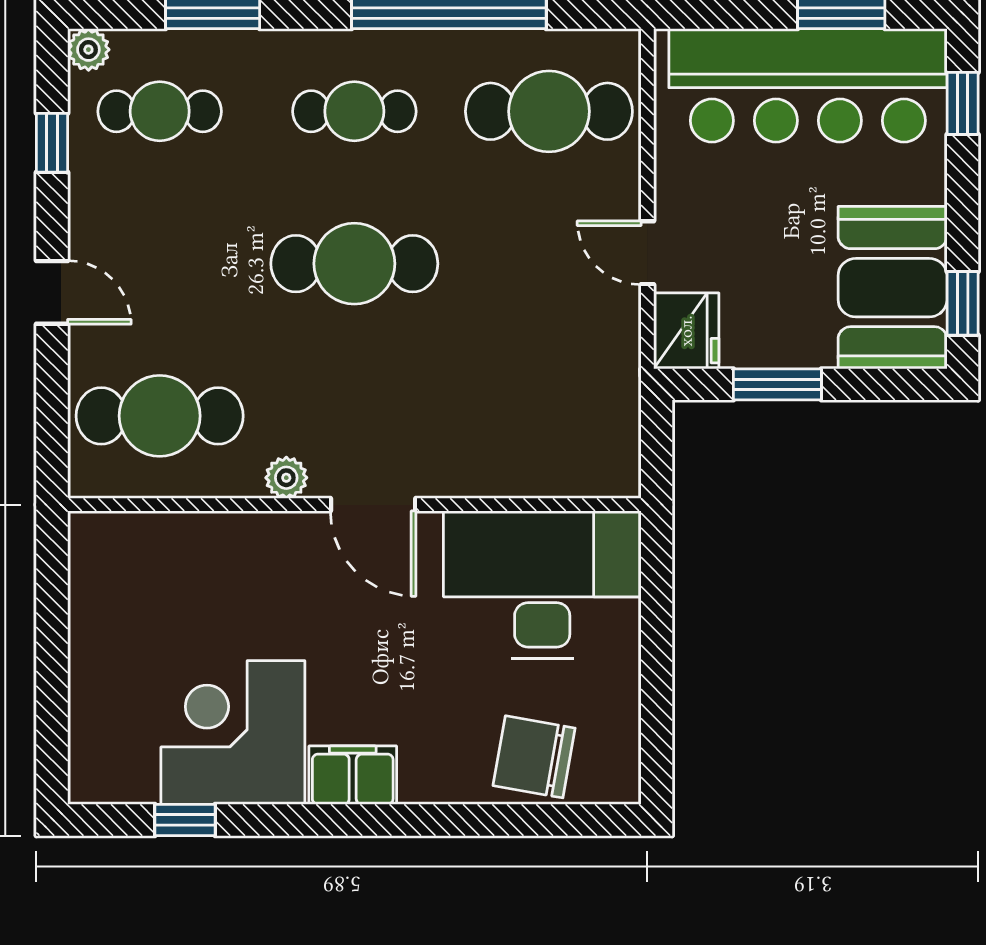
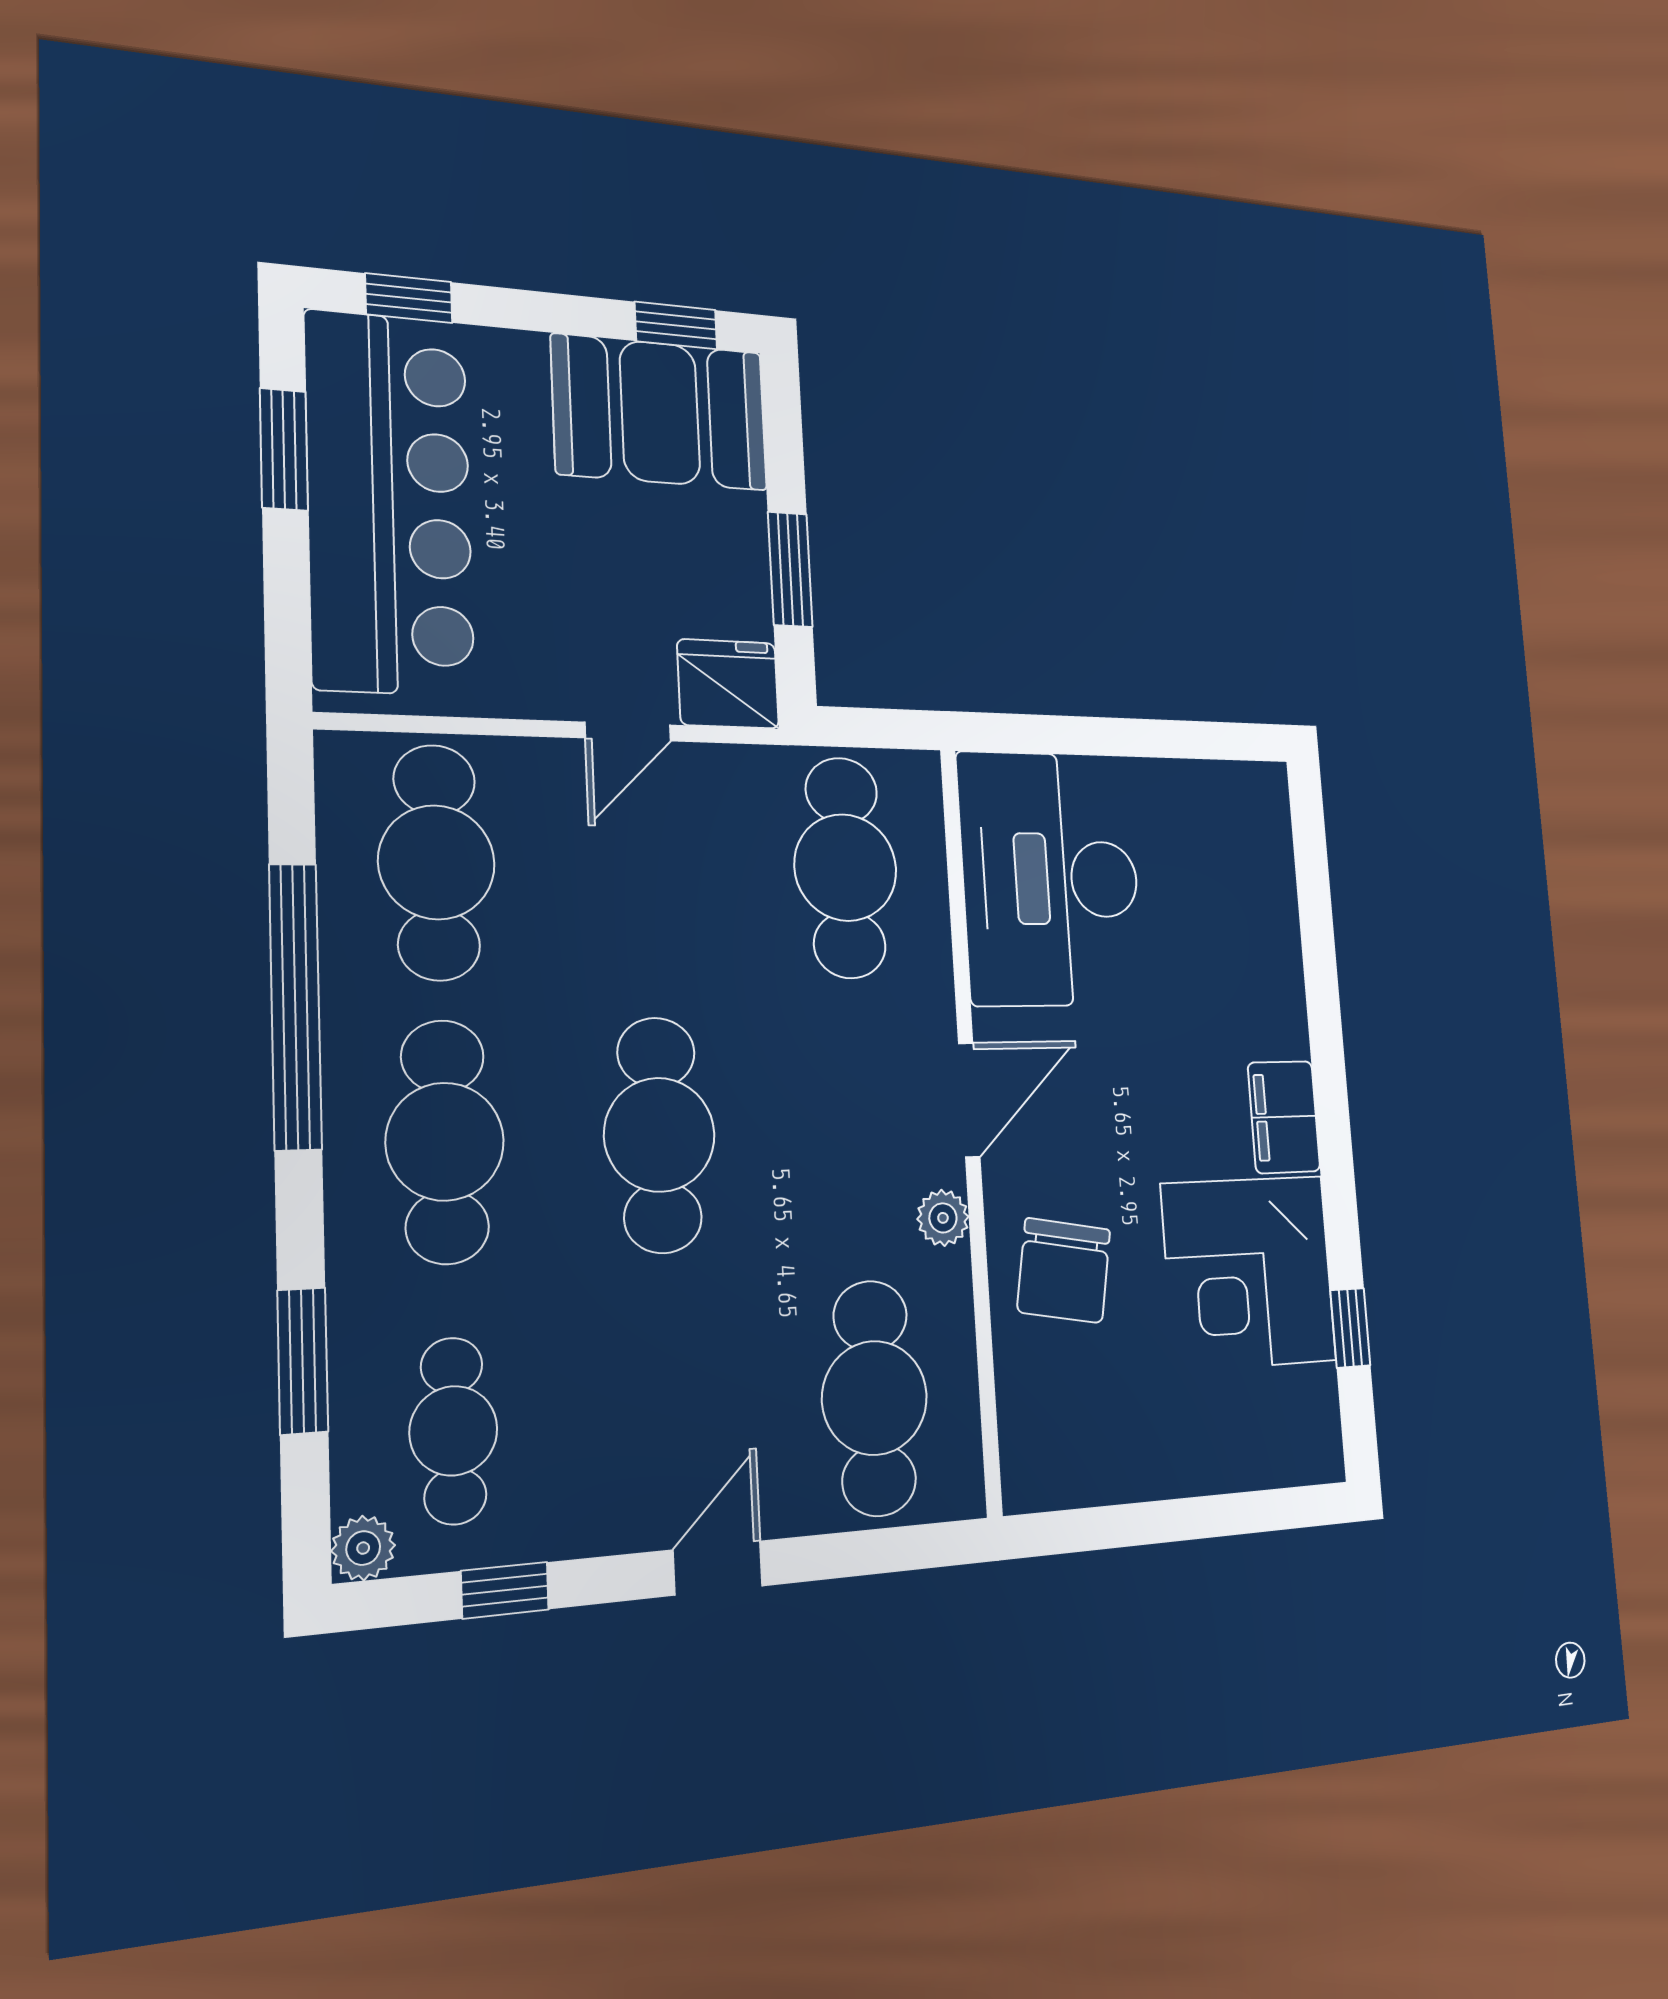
cafe table: (354, 111) -> (445, 1142), width x1.37, depth x1.35
cafe table: (549, 416) -> (846, 868), added
chair: (534, 757) -> (1064, 1271), moved

